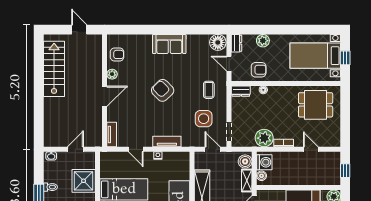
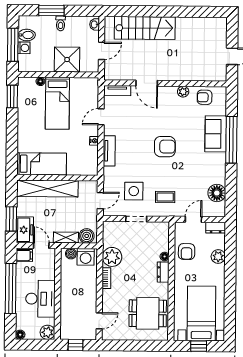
window: (156, 30) -> (231, 140), added
floor lamp: (218, 42) -> (217, 193), moved
sofa: (169, 44) -> (216, 134), moved
armchair: (117, 54) -> (205, 97), turned 90
stairs: (54, 69) -> (145, 28), moved
armchair: (163, 90) -> (165, 147), turned 44
dresser: (241, 91) -> (163, 272), moved
door: (105, 96) -> (147, 83), moved
dining table: (316, 105) -> (148, 313), turned 90
doorway: (229, 132) -> (136, 219), moved
door: (75, 149) -> (102, 51), hinge flipped
door: (311, 149) -> (99, 321), moved

